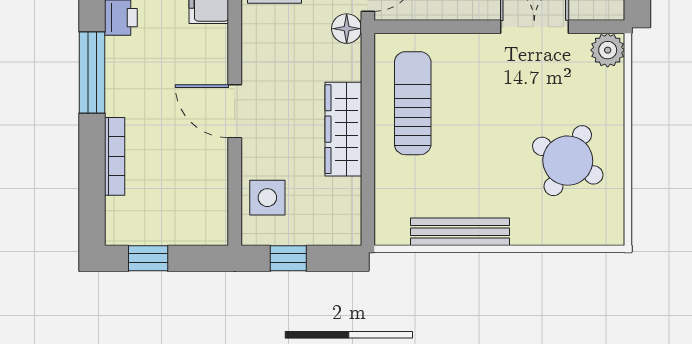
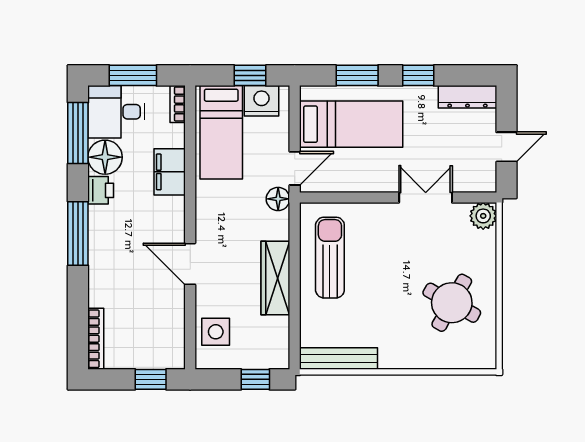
bookcase: (115, 156) -> (96, 339), moved
bench: (460, 232) -> (339, 359), moved
window: (148, 258) -> (151, 379), moved
window: (288, 258) -> (255, 379), moved

